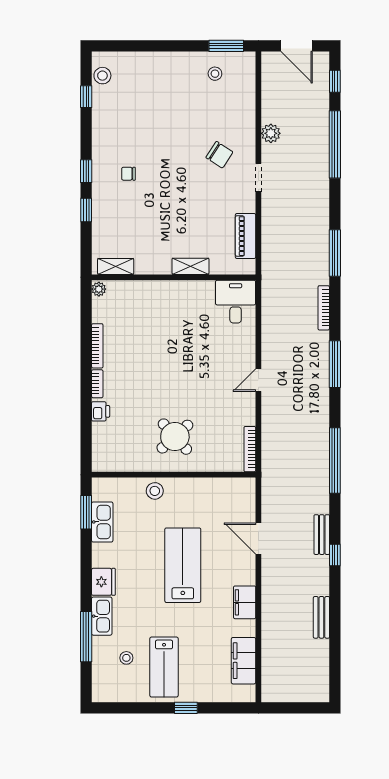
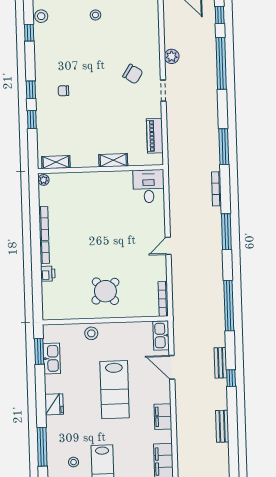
stool: (215, 74) -> (95, 15), moved
lab bench: (183, 565) -> (115, 390), turned 180
kitchen sink: (102, 616) -> (161, 335), moved, turned 180

